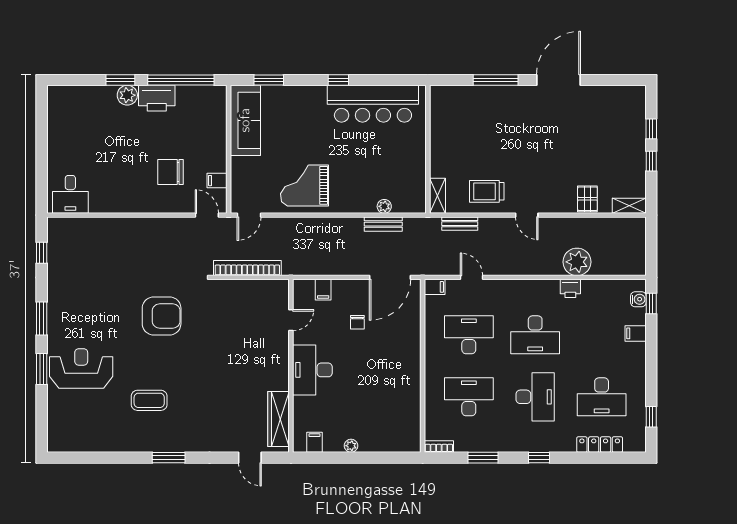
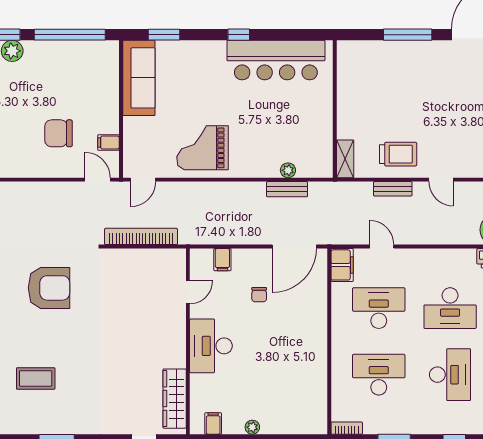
printer: (157, 98) -> (44, 54), removed
trolley: (487, 191) -> (398, 154), turned 180
bench: (460, 224) -> (393, 189), moved
filing cabinet: (435, 287) -> (342, 265), width x2.00

